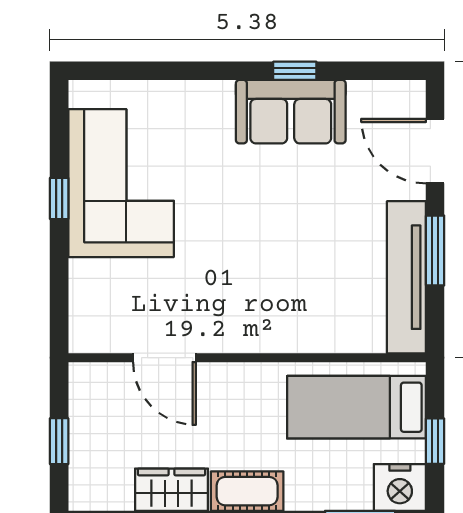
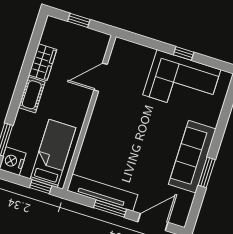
window: (295, 71) -> (207, 172), width x1.50
sofa: (291, 112) -> (192, 157), width x1.36
window: (435, 441) -> (41, 187), moved

